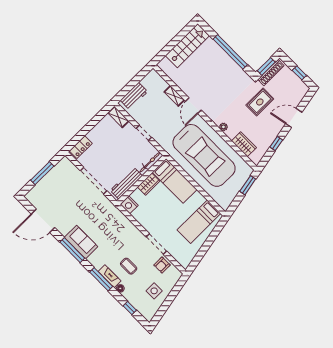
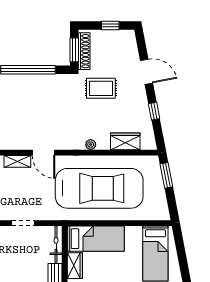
rug: (260, 102) -> (101, 88), turned 90
door: (294, 118) -> (147, 72), swing flipped

